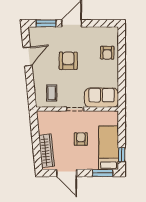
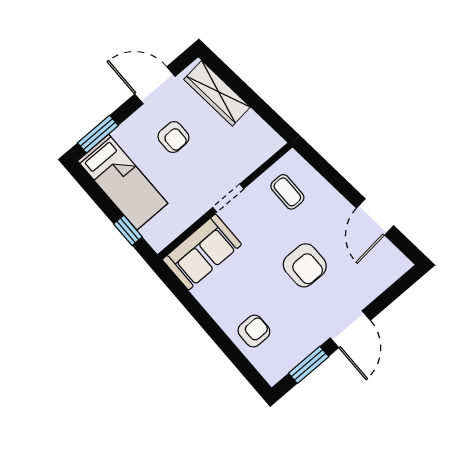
window: (46, 23) -> (309, 365), moved
armchair: (107, 53) -> (254, 331), turned 90
armchair: (81, 139) -> (173, 137), moved
window: (122, 155) -> (128, 230), moved

